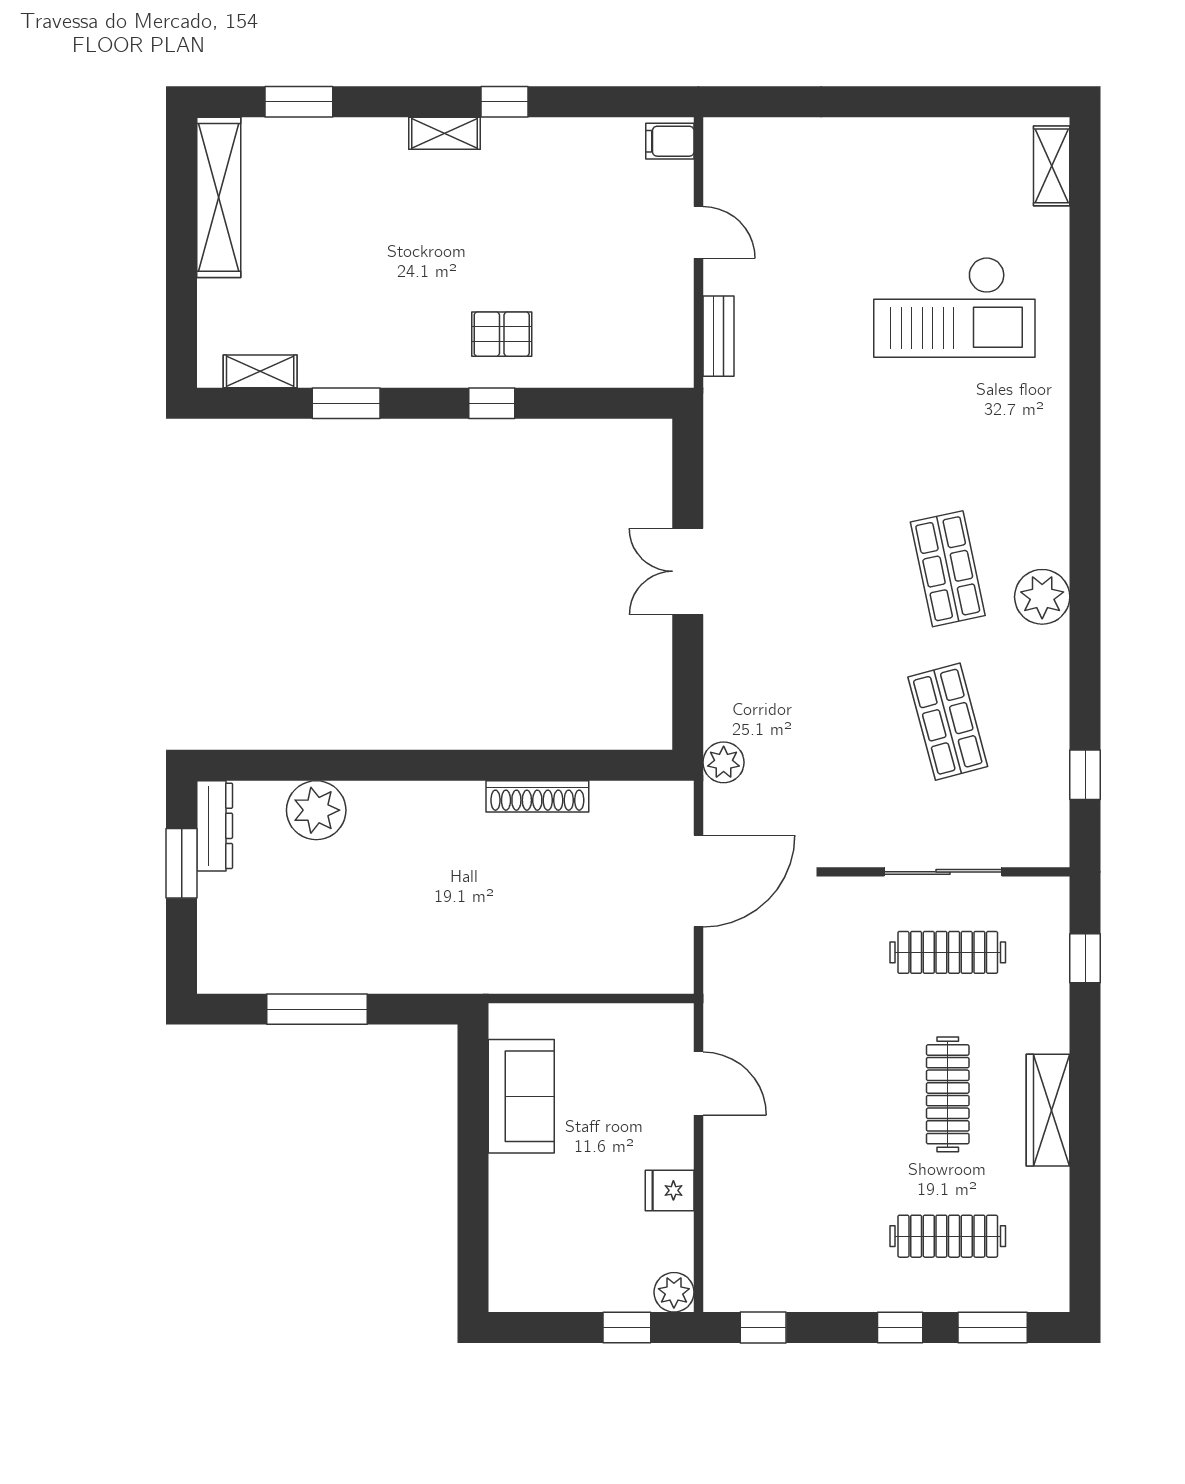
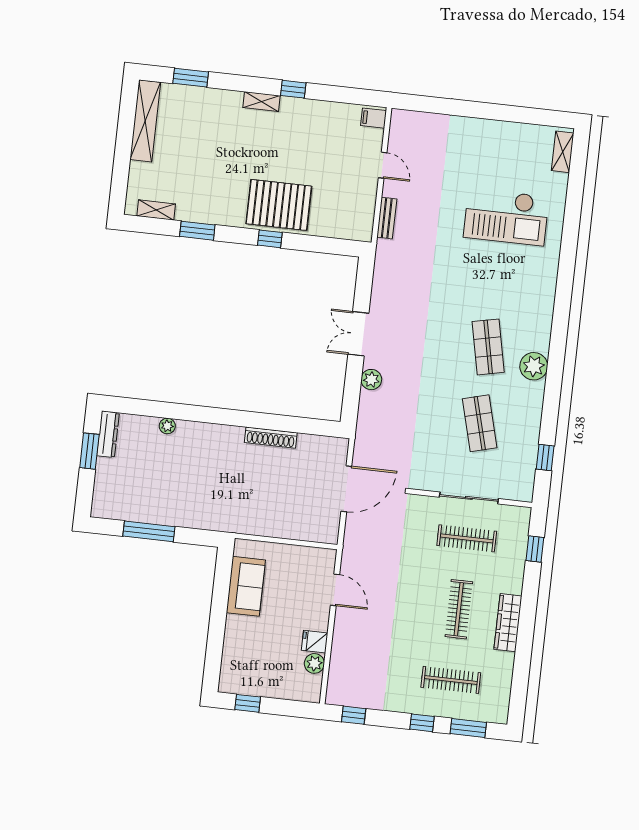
pallet: (502, 334) -> (279, 205), width x2.05, depth x2.00
plant: (724, 762) -> (371, 380), moved
plant: (316, 810) -> (167, 426), width x0.53, depth x0.53
plant: (674, 1292) -> (314, 663), moved
window: (627, 1327) -> (248, 703), moved

